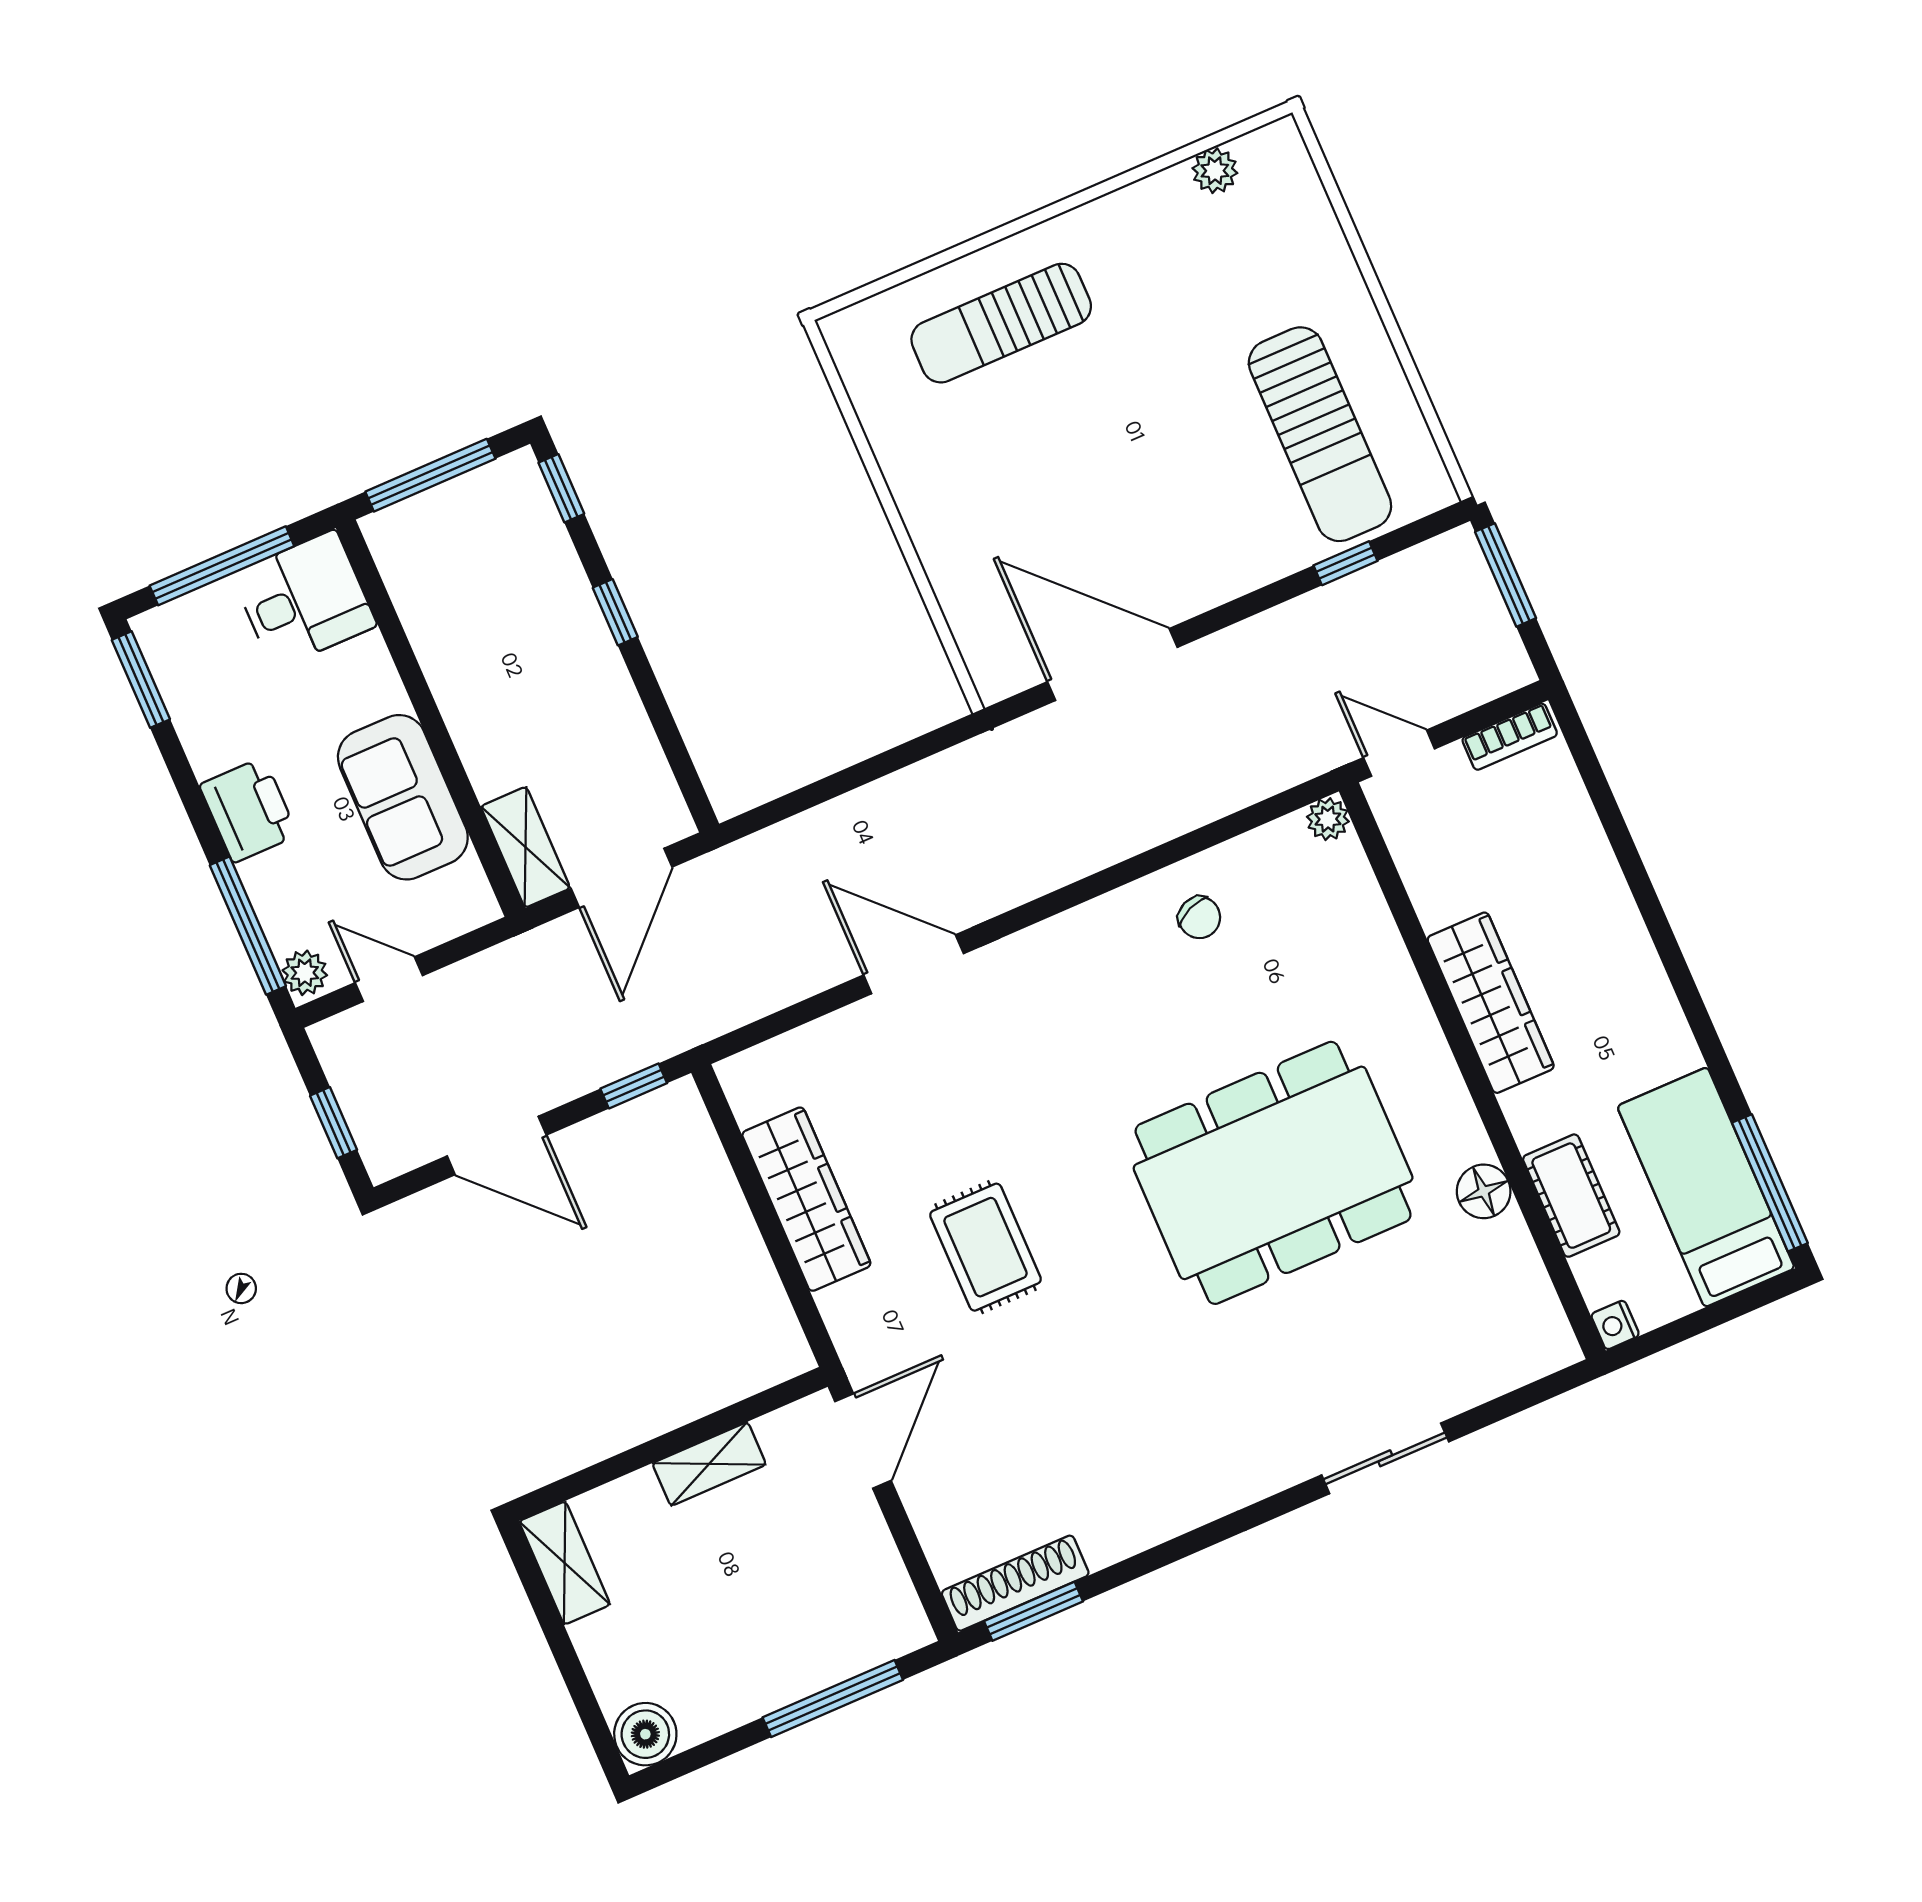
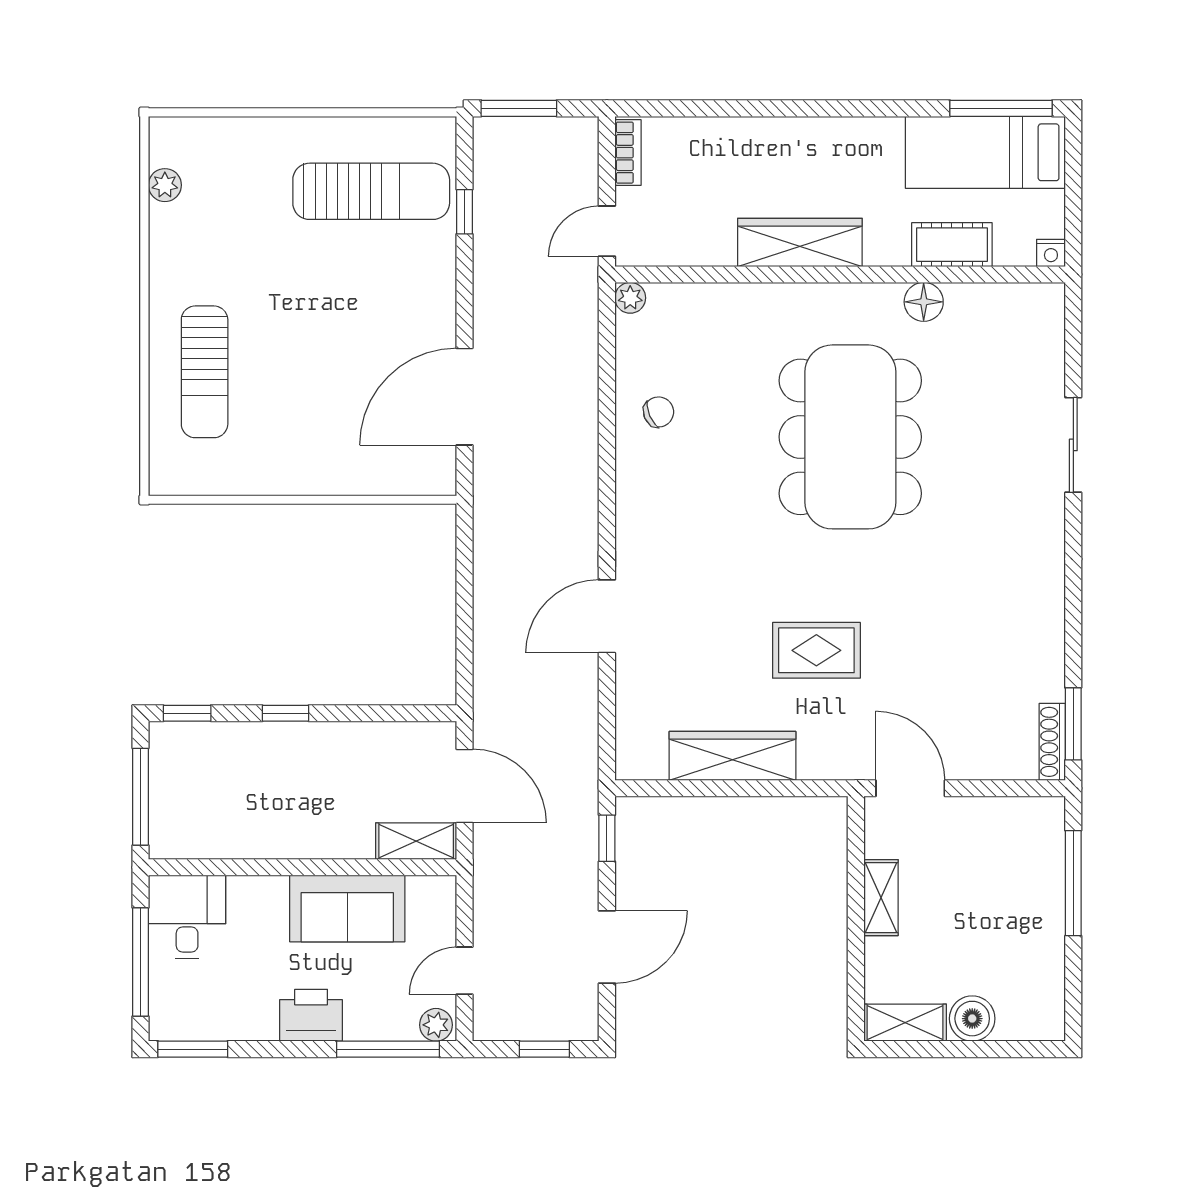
shoe rack: (1015, 1583) -> (1052, 742), width x0.74, depth x0.81
boiler: (645, 1734) -> (972, 1019), moved

